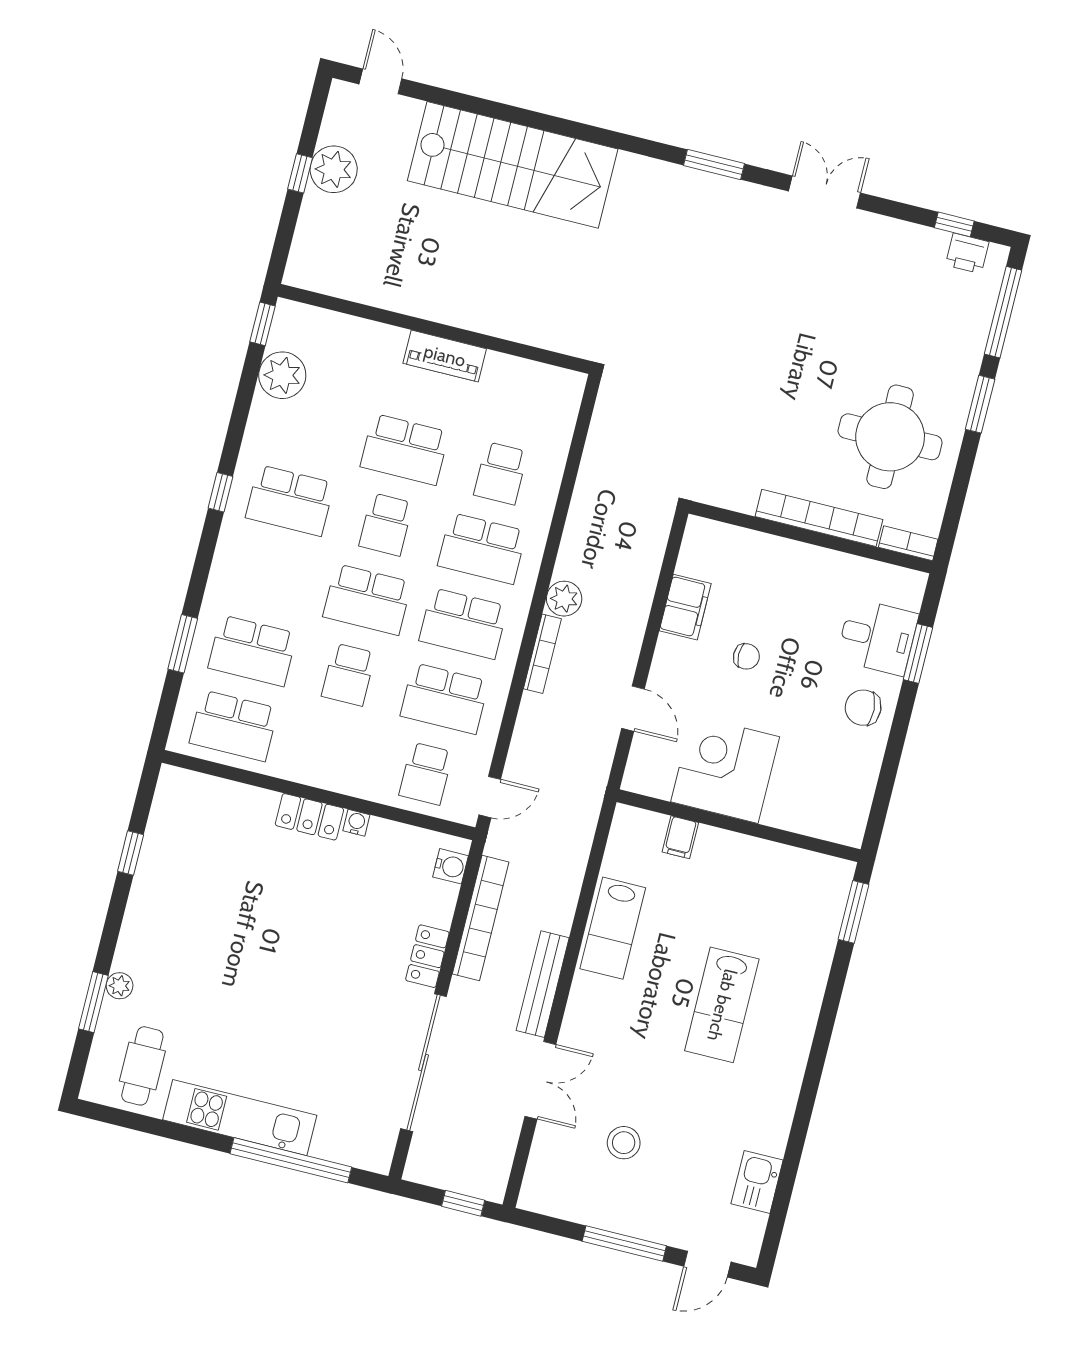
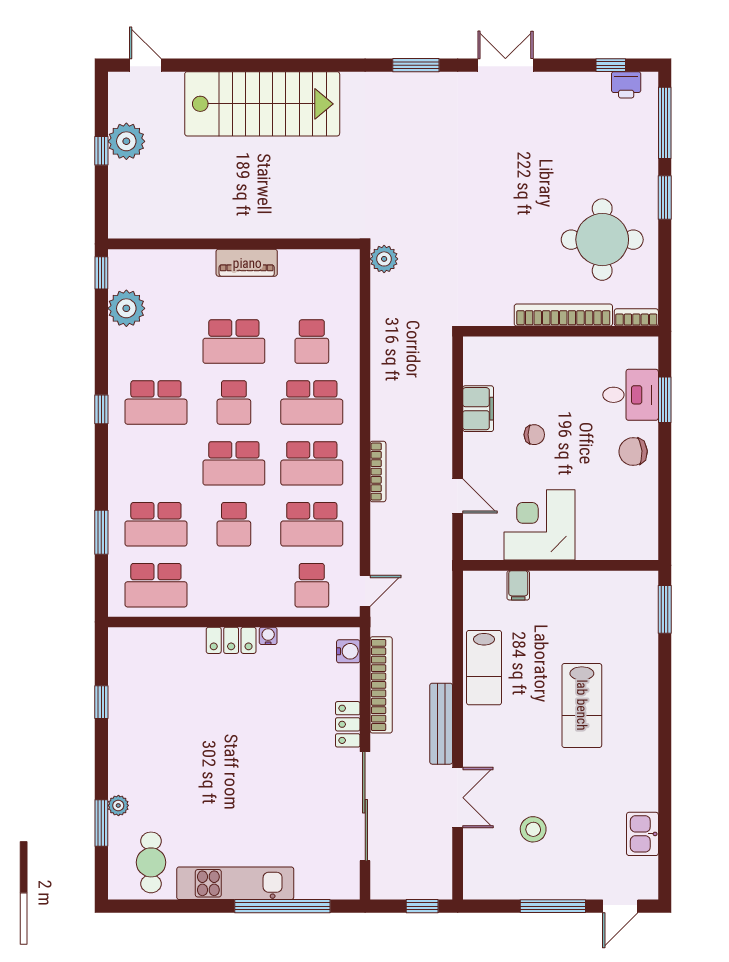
plant: (564, 599) -> (384, 259), moved

